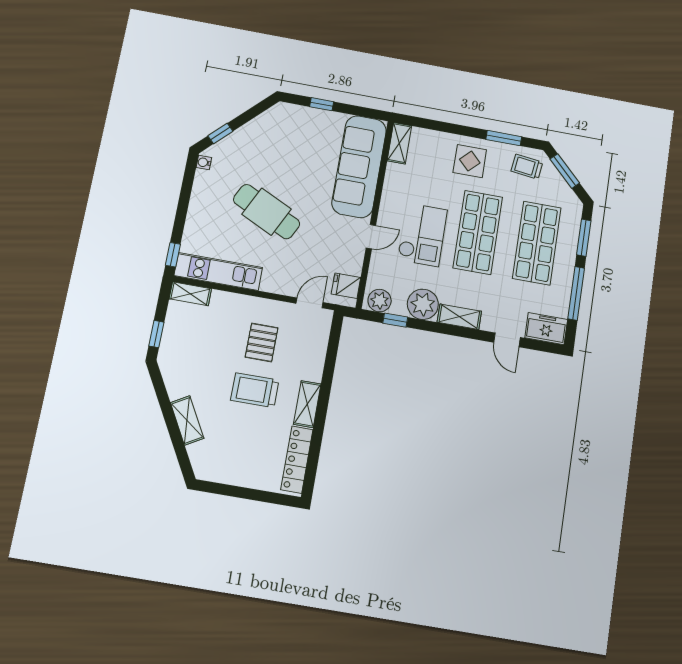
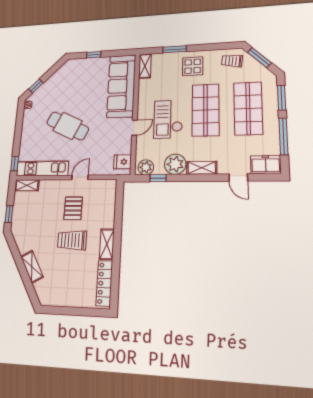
window: (504, 138) -> (175, 49), moved
checkout: (422, 235) -> (168, 119), turned 180
door: (310, 303) -> (80, 177), moved

